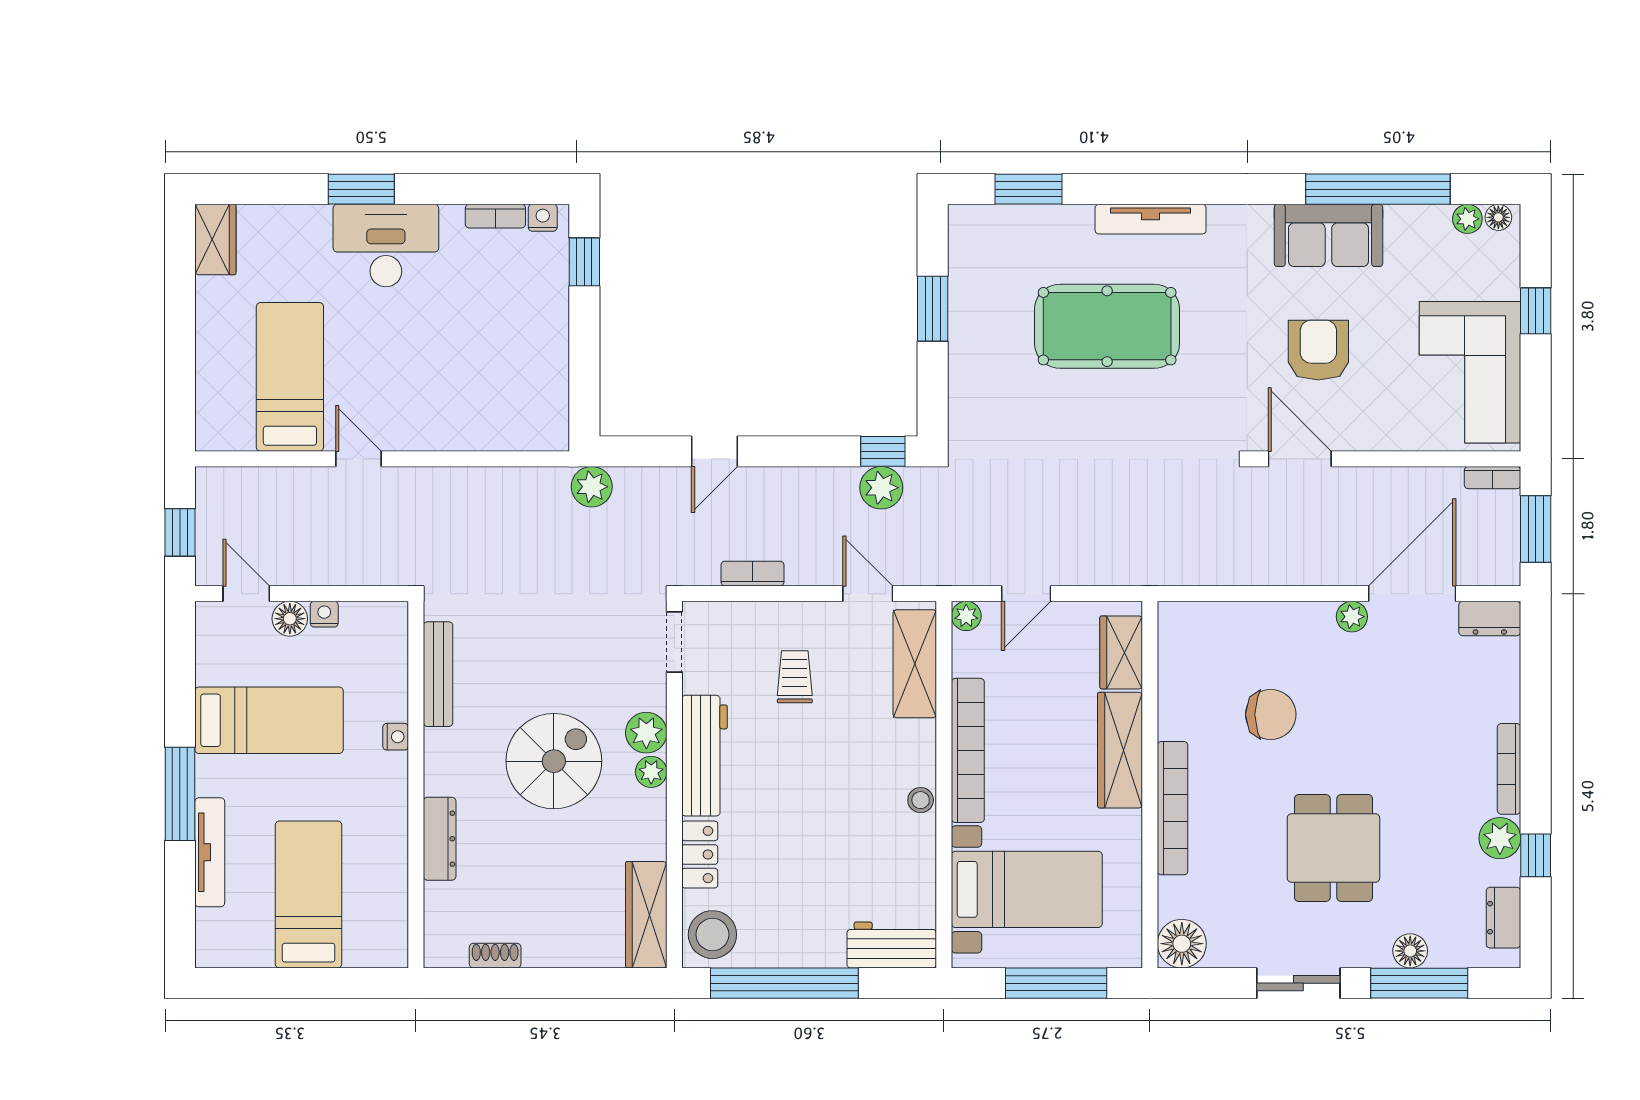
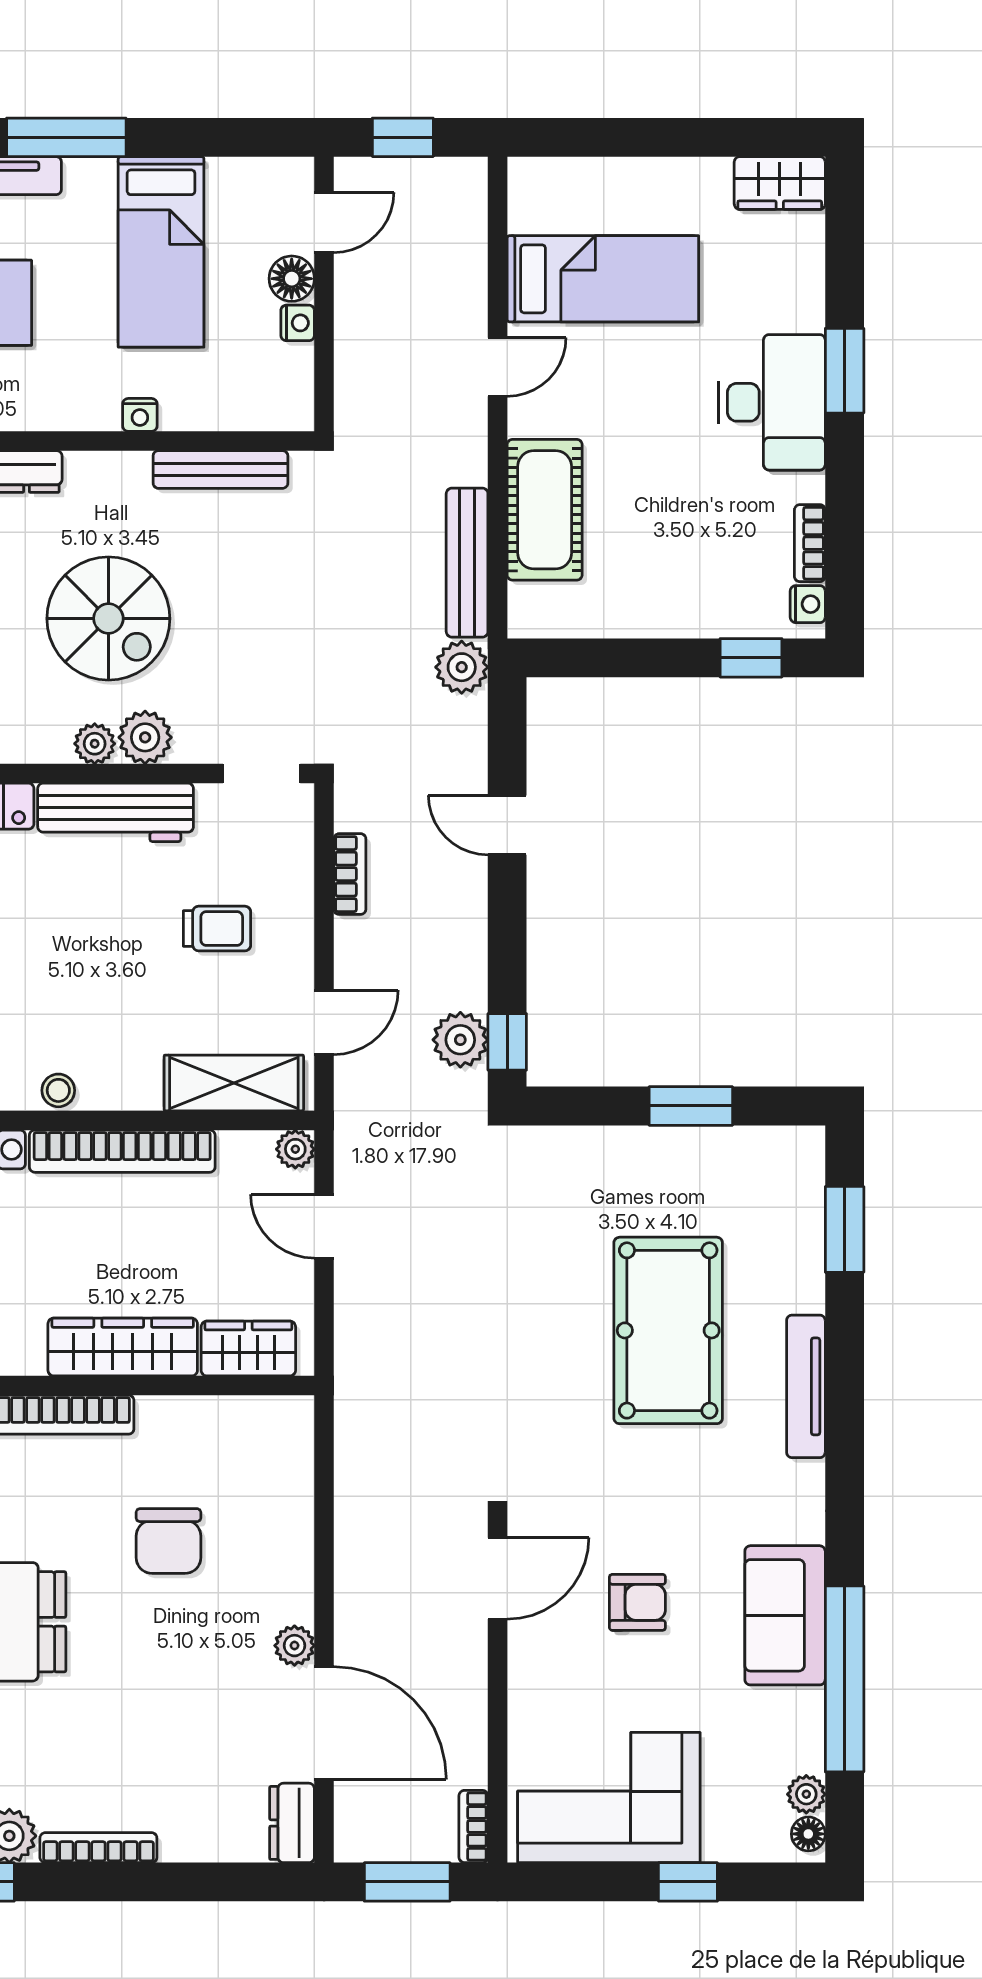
armchair: (1318, 350) -> (637, 1602), width x0.72, depth x0.72
cot: (469, 422) -> (545, 510), added
bench: (510, 482) -> (467, 563), added

